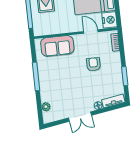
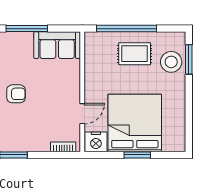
sofa: (57, 46) -> (57, 45), moved, turned -90
armchair: (93, 64) -> (16, 94), moved

